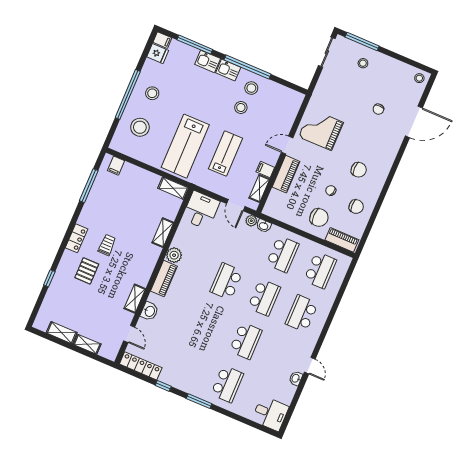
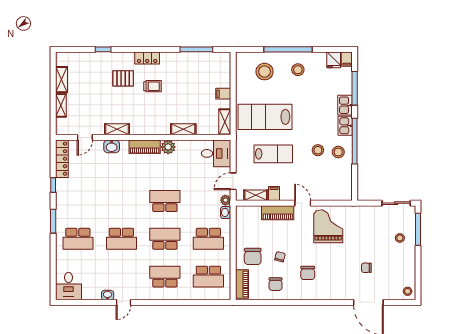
filing cabinet: (116, 166) -> (223, 94), moved
school desk: (264, 297) -> (165, 239), turned 180

